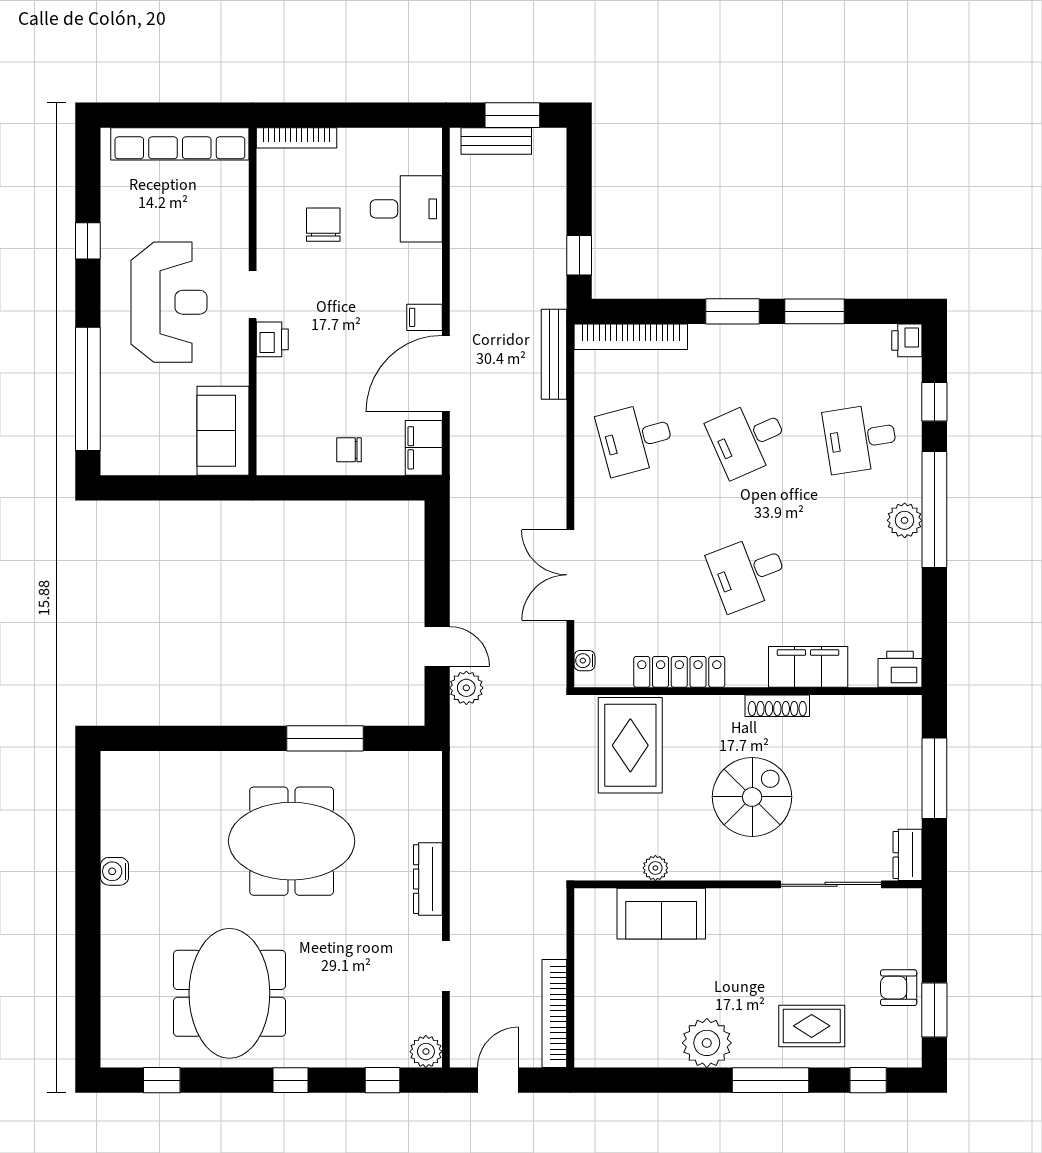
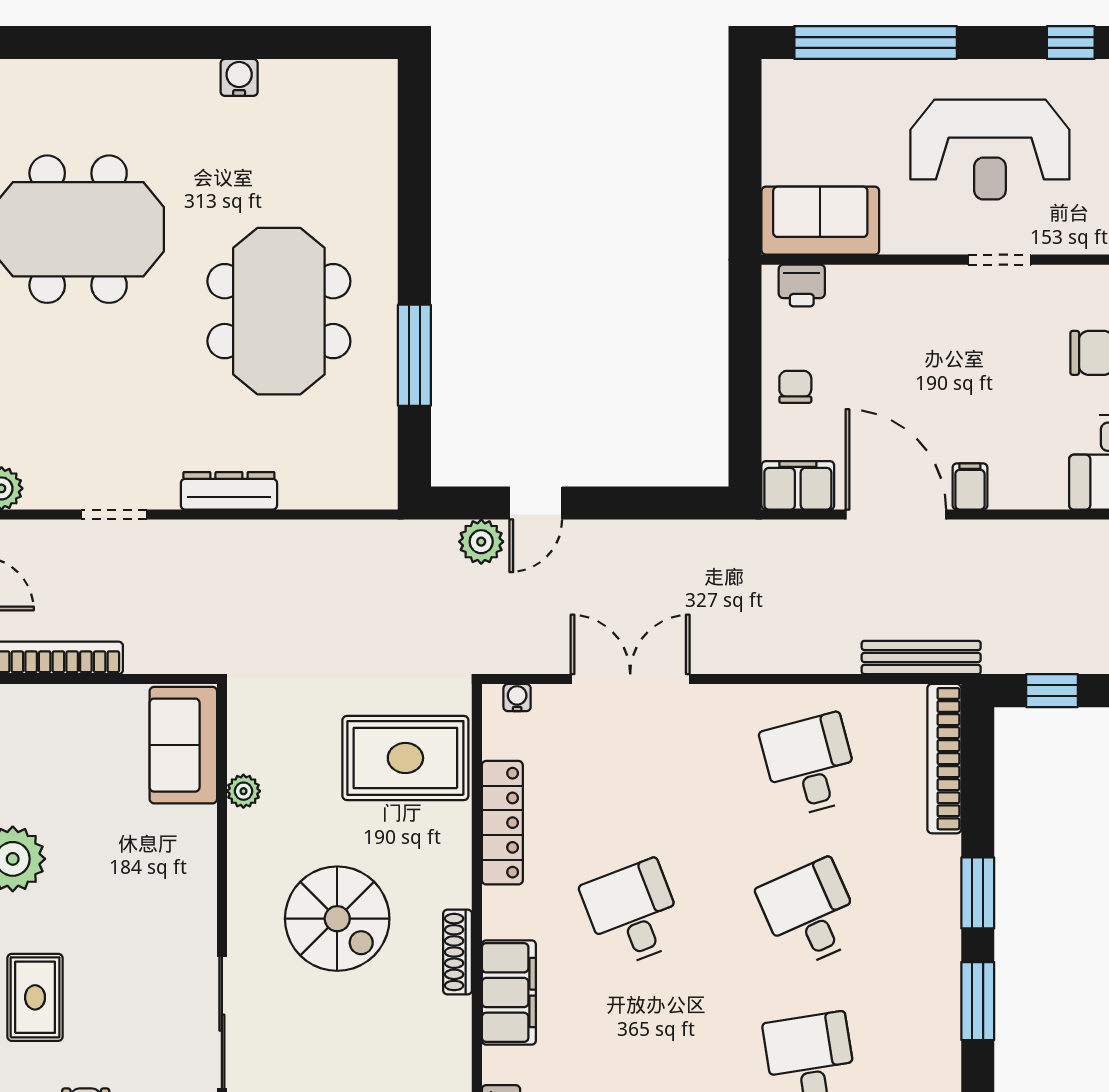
printer: (272, 339) -> (802, 285), moved
sofa: (661, 914) -> (183, 745), moved

